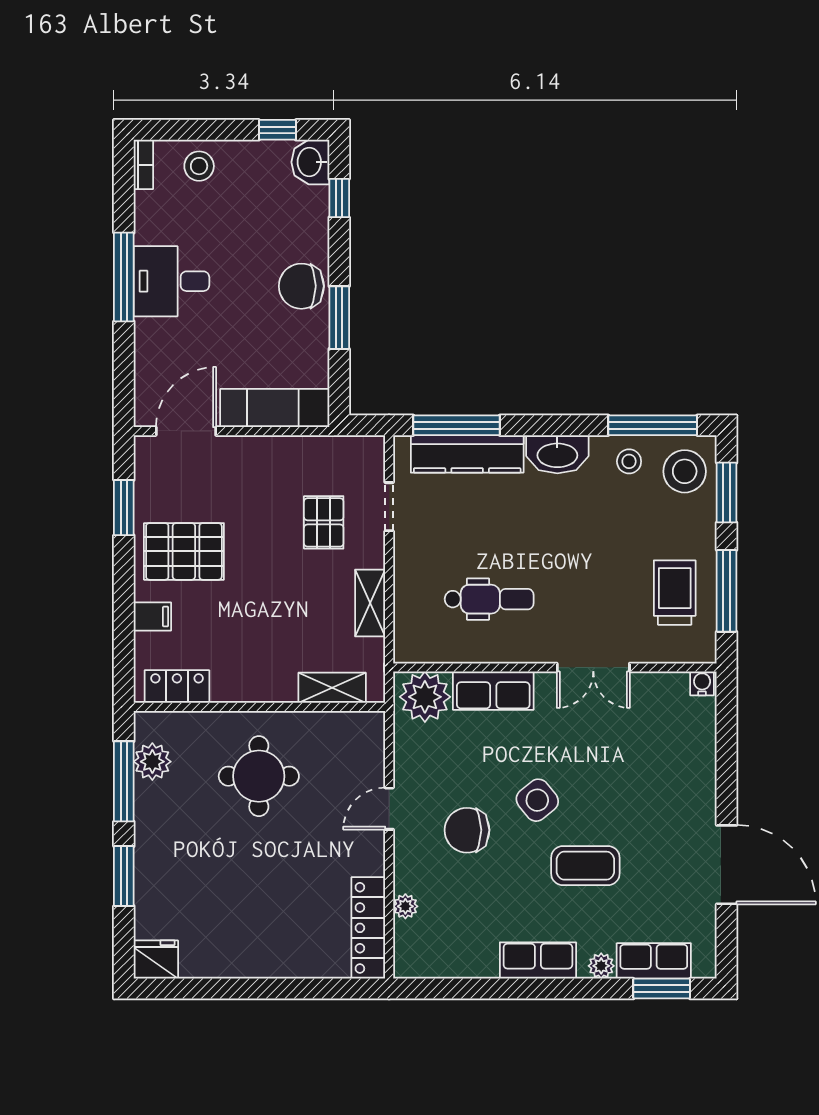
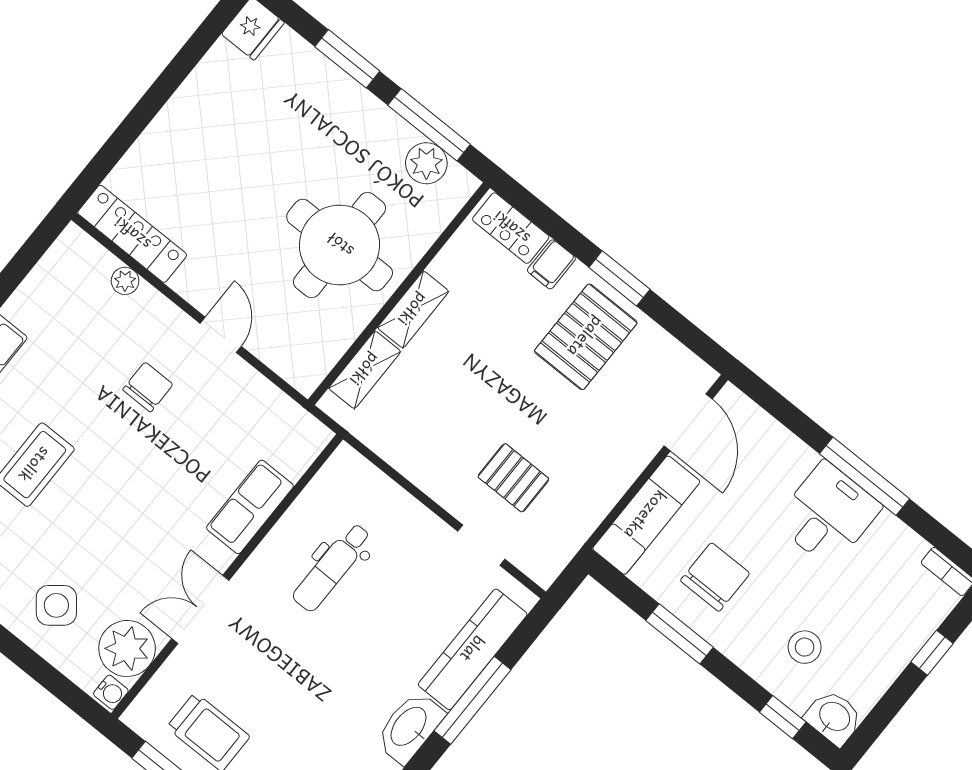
window: (277, 130) -> (932, 653), moved
stool: (199, 166) -> (805, 647), moved
chair: (301, 286) -> (715, 577), moved
window: (457, 425) -> (472, 700), moved
window: (124, 508) -> (619, 278), moved
shelving: (370, 603) -> (413, 310), moved, turned 90
locker: (177, 687) -> (511, 228), moved, turned 90
plant: (425, 697) -> (127, 648), moved
round table: (259, 776) -> (340, 245), width x1.36, depth x1.36
side table: (537, 800) -> (56, 605), moved
chair: (467, 830) -> (148, 387), width x0.73, depth x0.73

